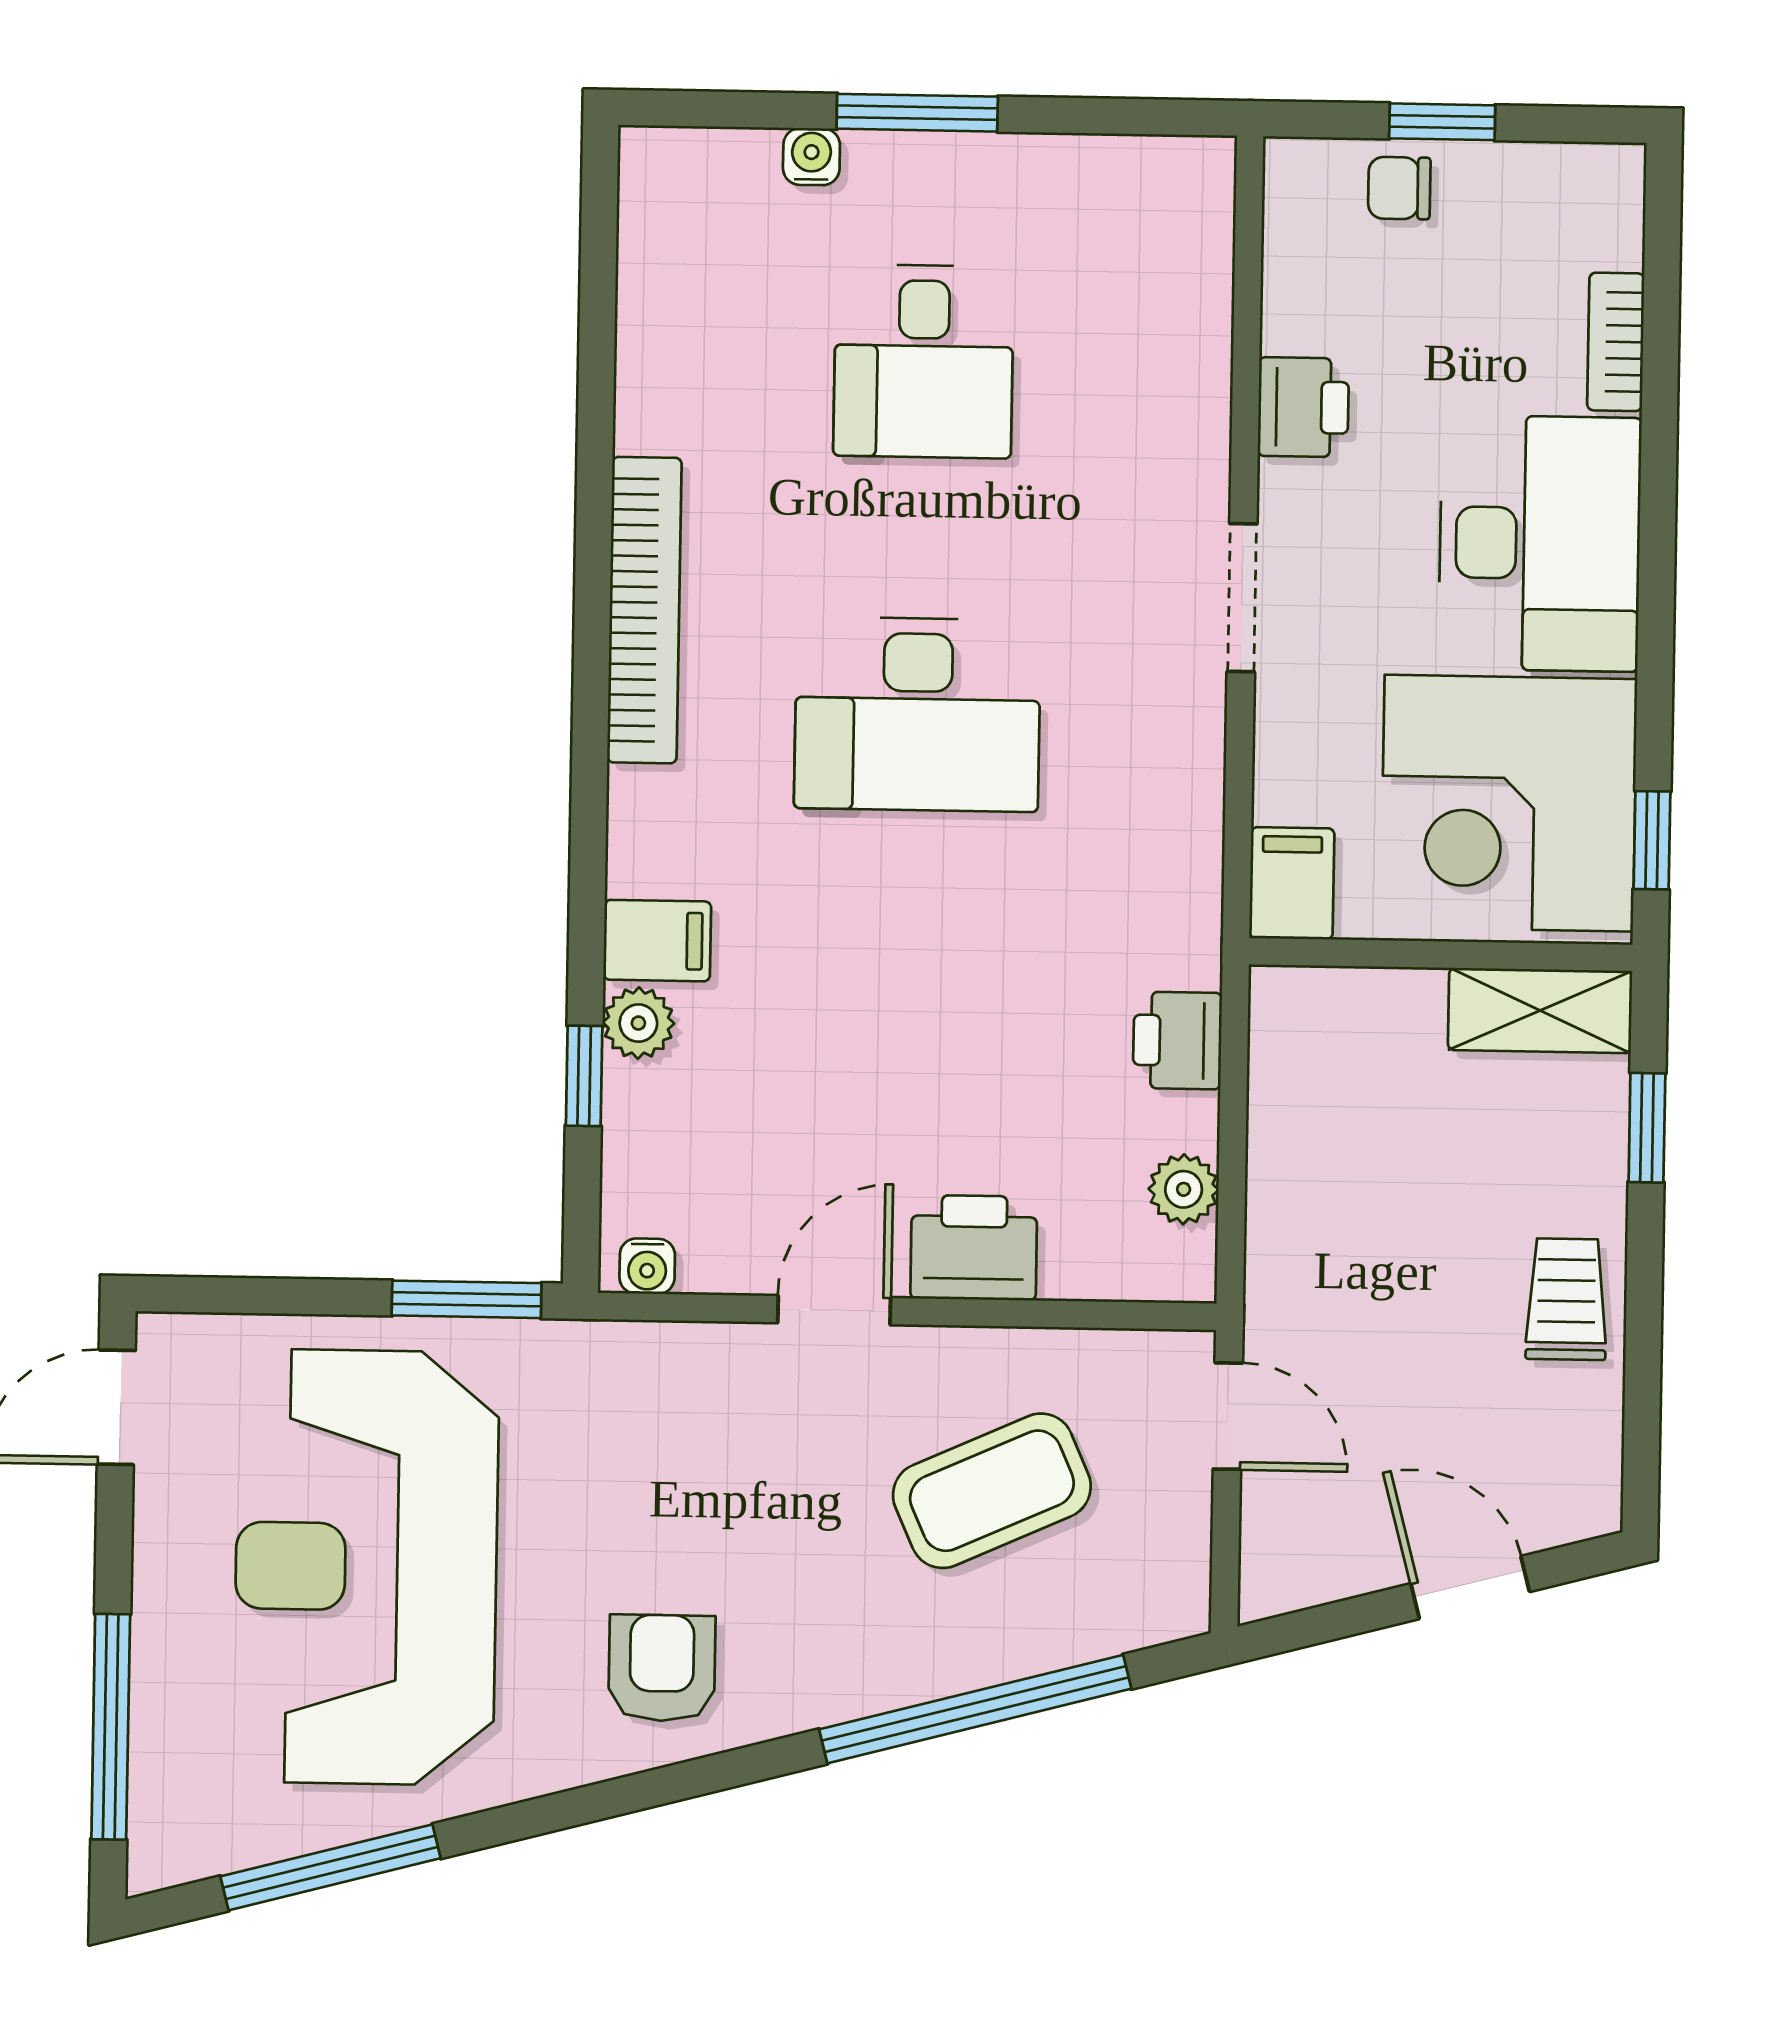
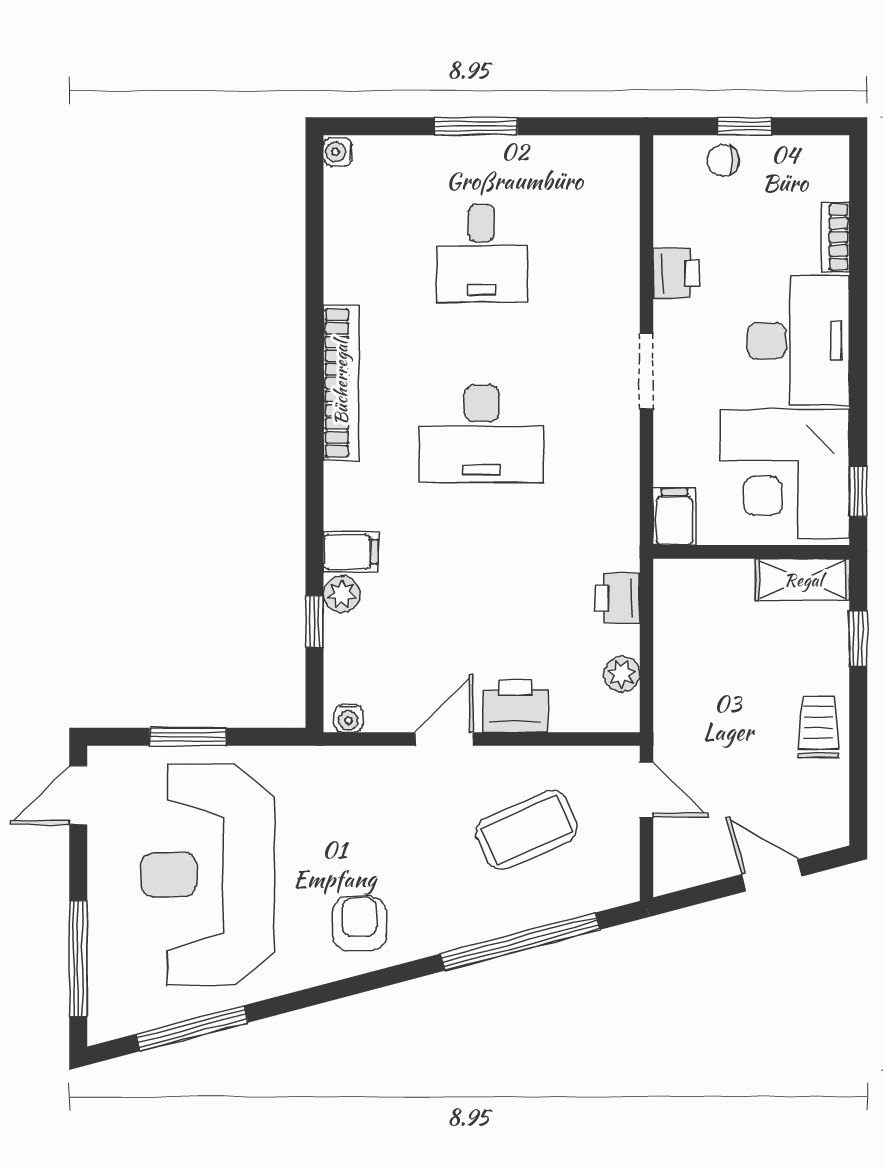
water cooler: (811, 157) -> (338, 152), moved, turned -90
window: (467, 1299) -> (188, 737), moved

